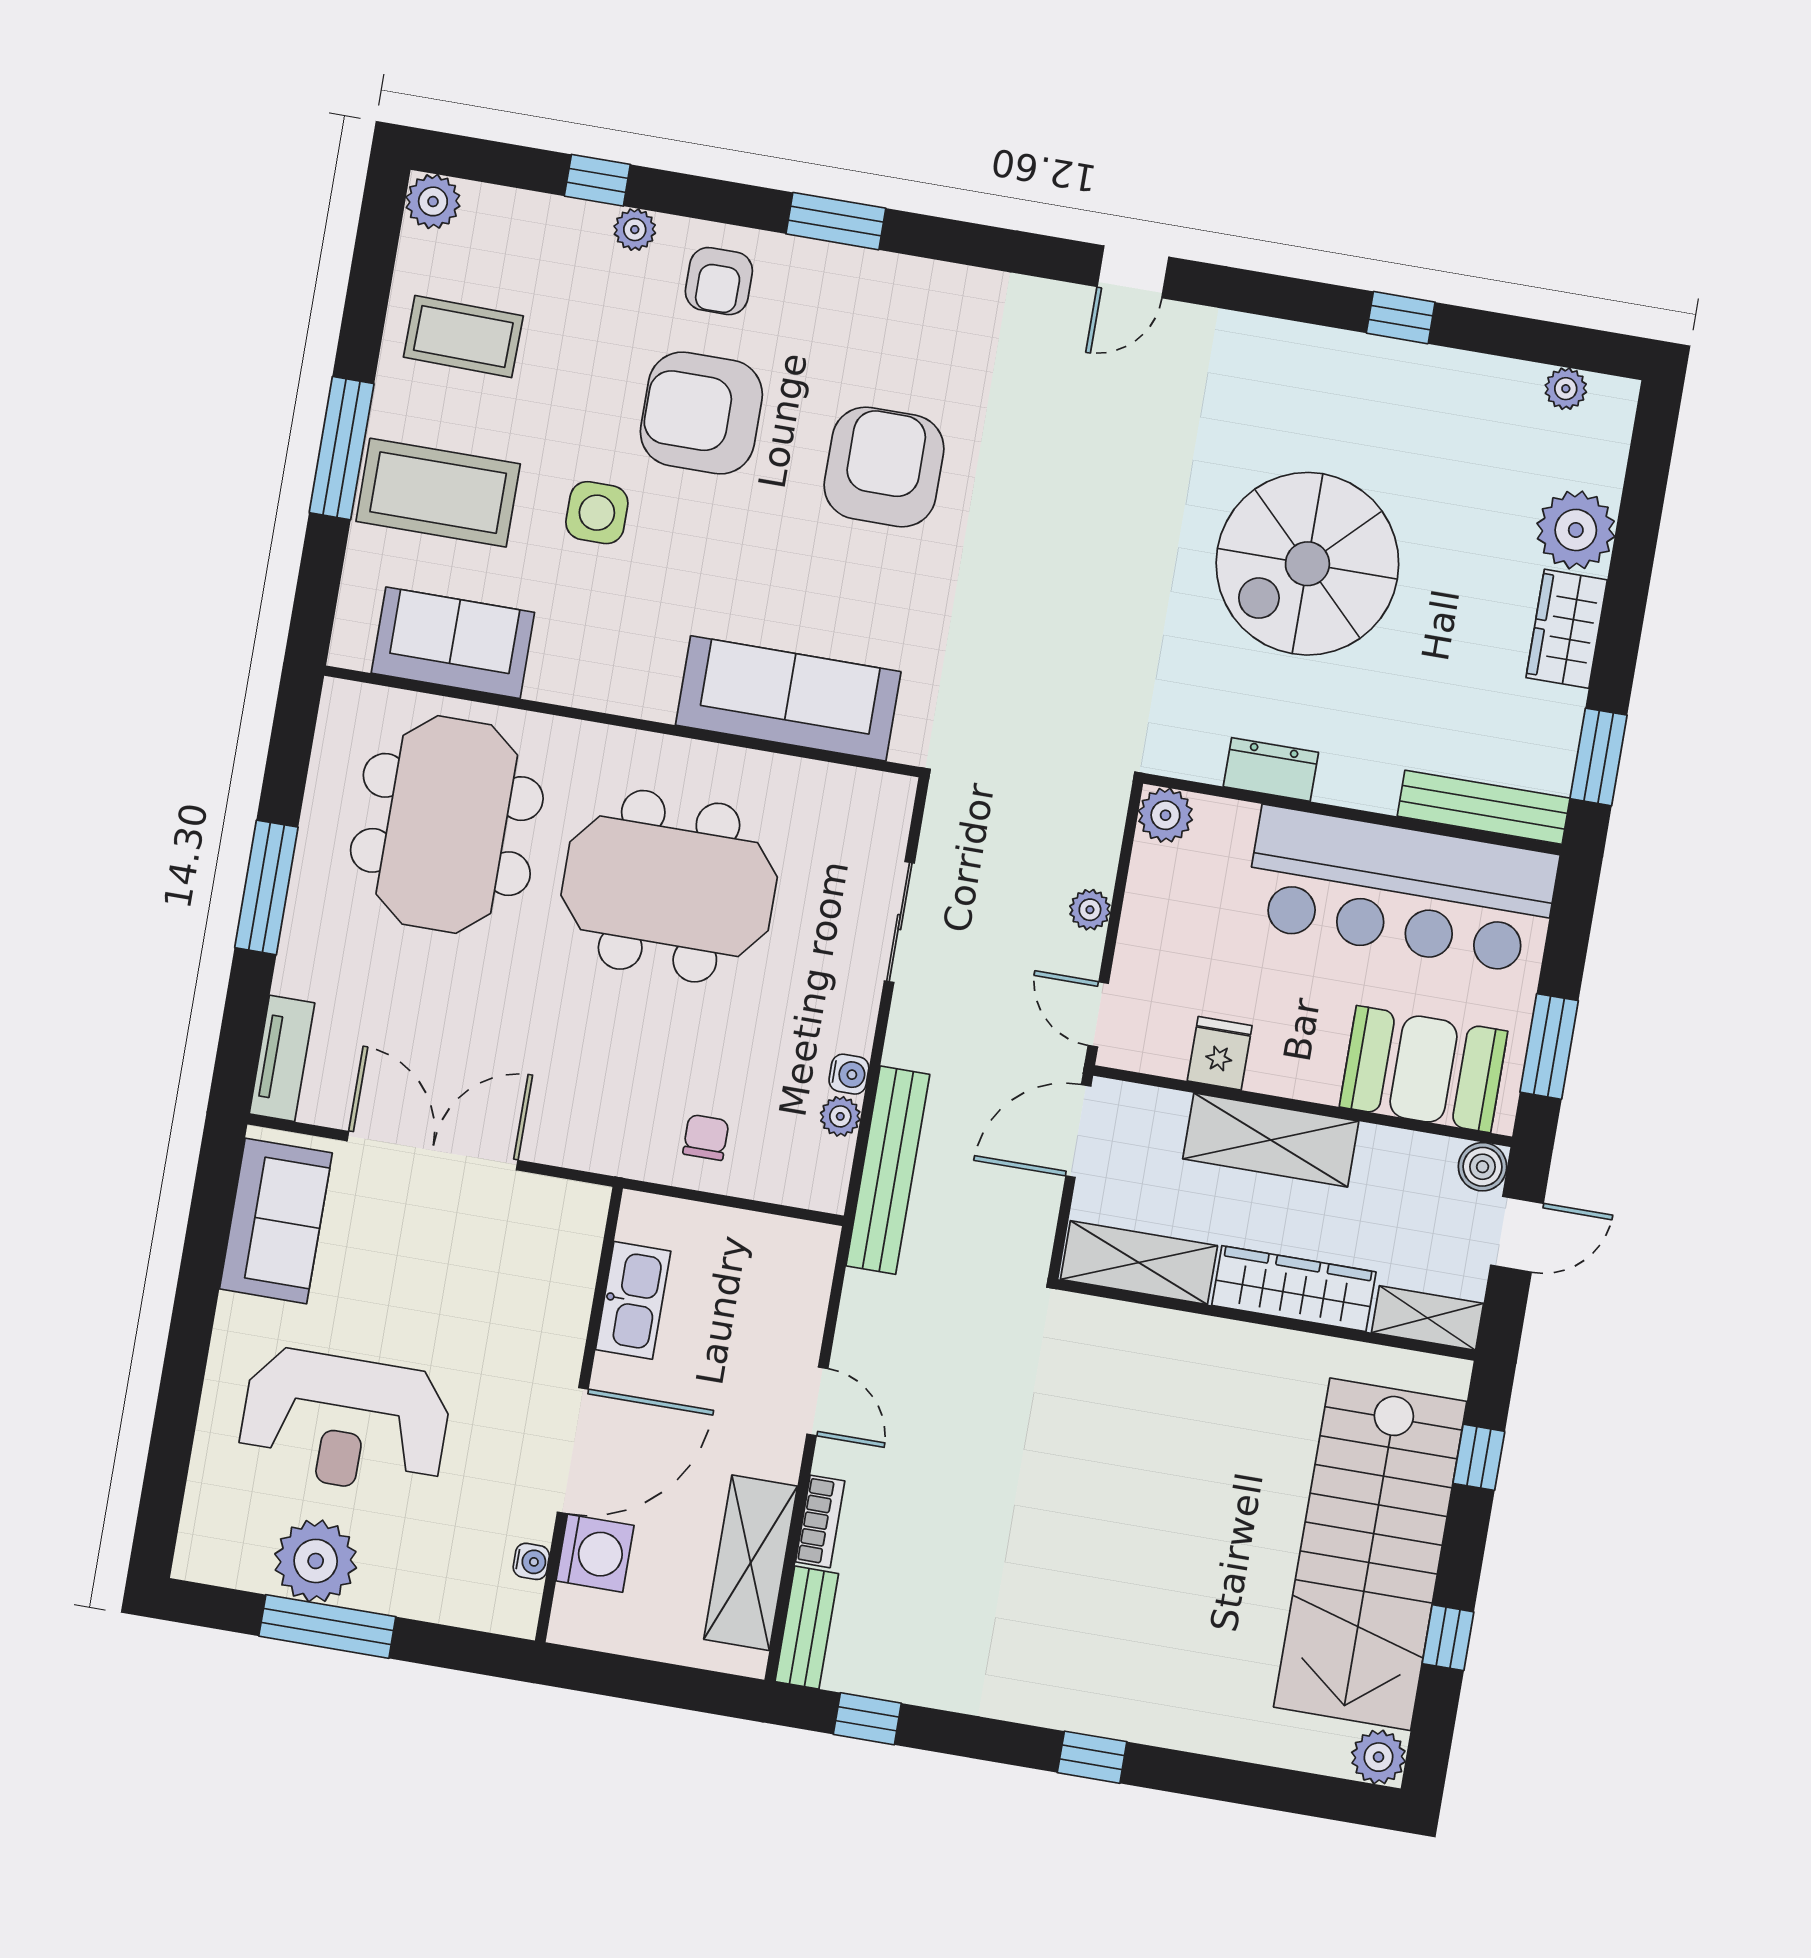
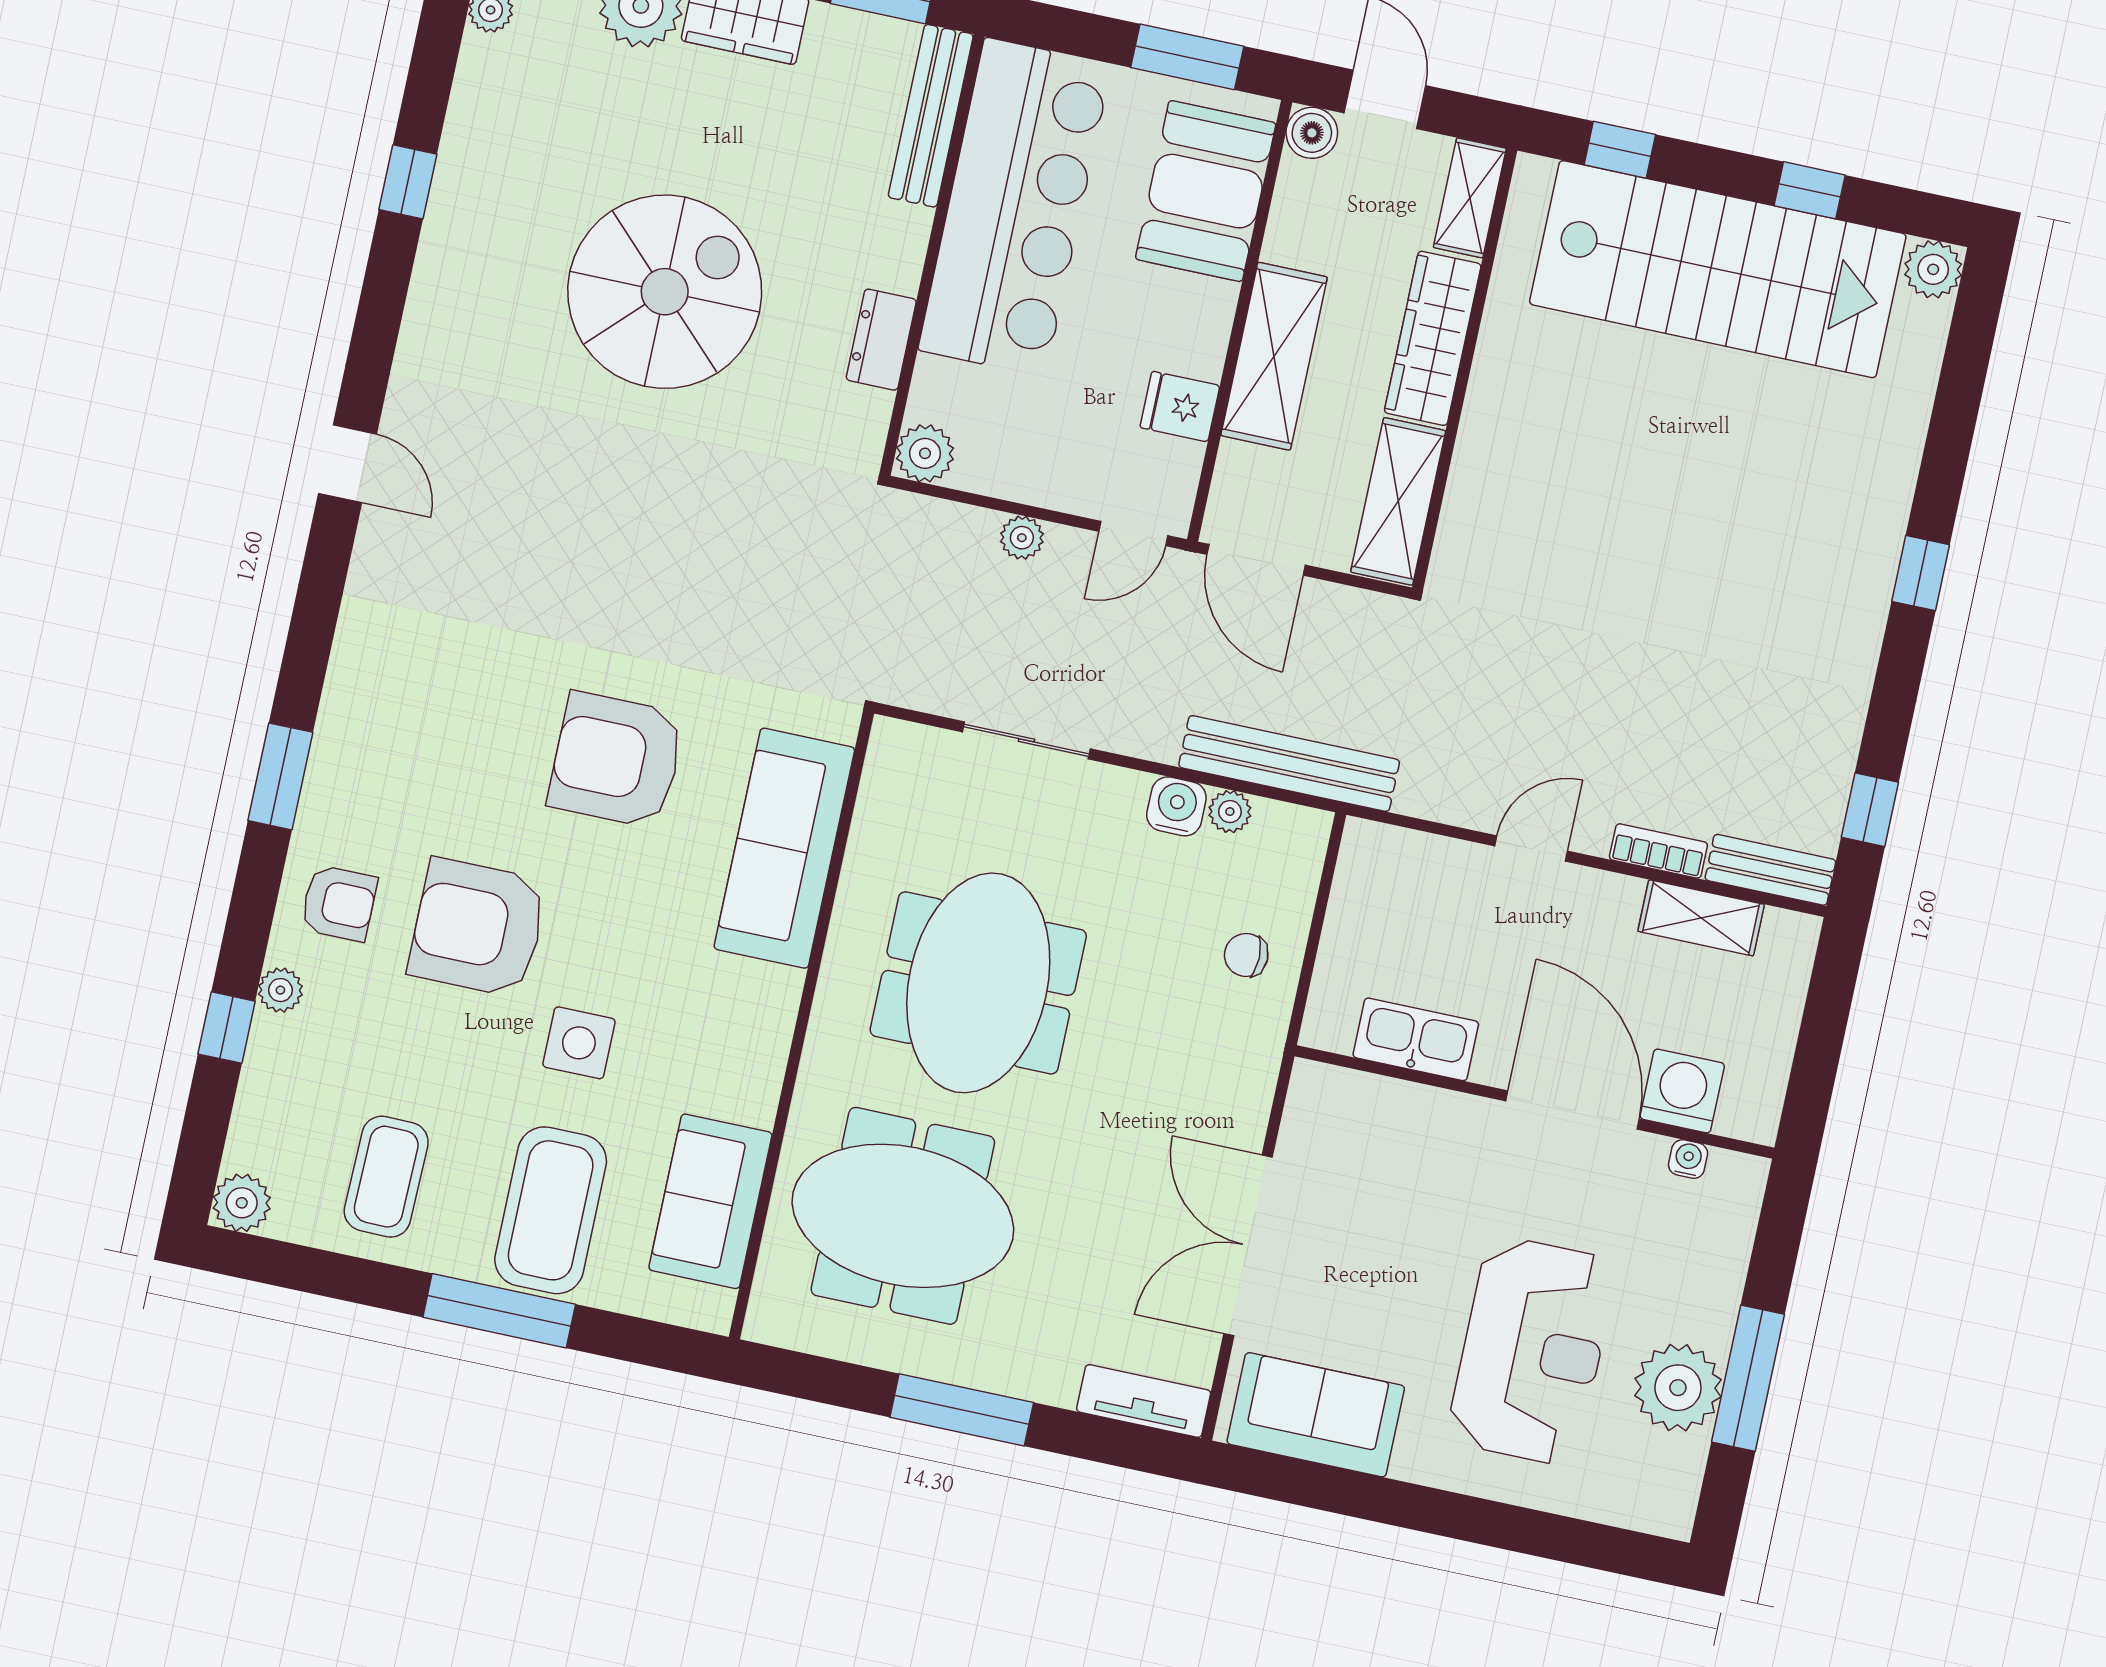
armchair: (701, 413) -> (478, 928), turned 90
armchair: (884, 467) -> (616, 760), moved
spiral stairs: (1307, 564) -> (665, 292), turned -90
water cooler: (849, 1074) -> (1176, 806), width x1.38, depth x1.38
shelving: (751, 1563) -> (1701, 918), width x0.67, depth x0.75

